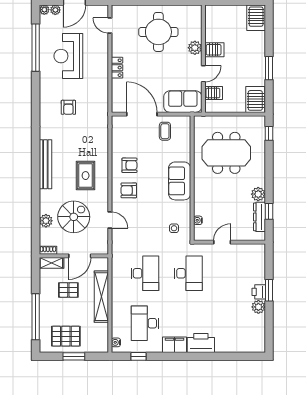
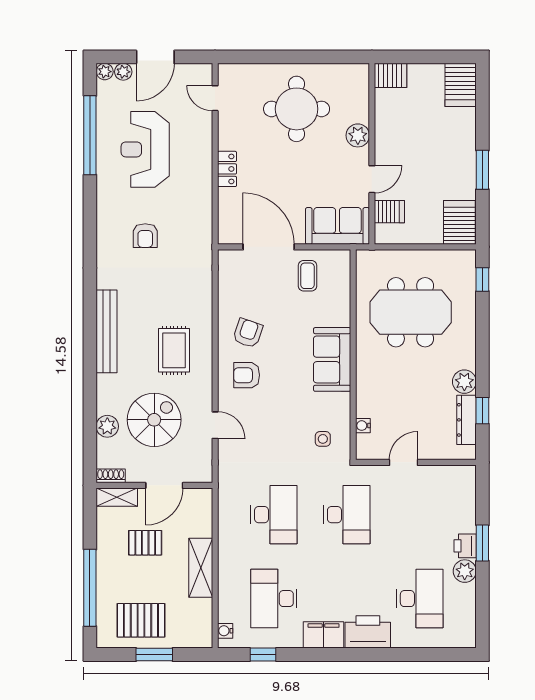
server rack: (214, 50) -> (391, 75), moved
armchair: (129, 165) -> (248, 333), turned -71
shelving: (101, 297) -> (201, 568), width x0.68
desk: (232, 323) -> (420, 599), added

